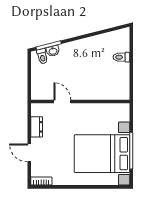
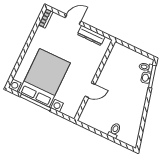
door: (62, 102) -> (90, 90), moved
dresser: (37, 127) -> (91, 35), width x1.44

